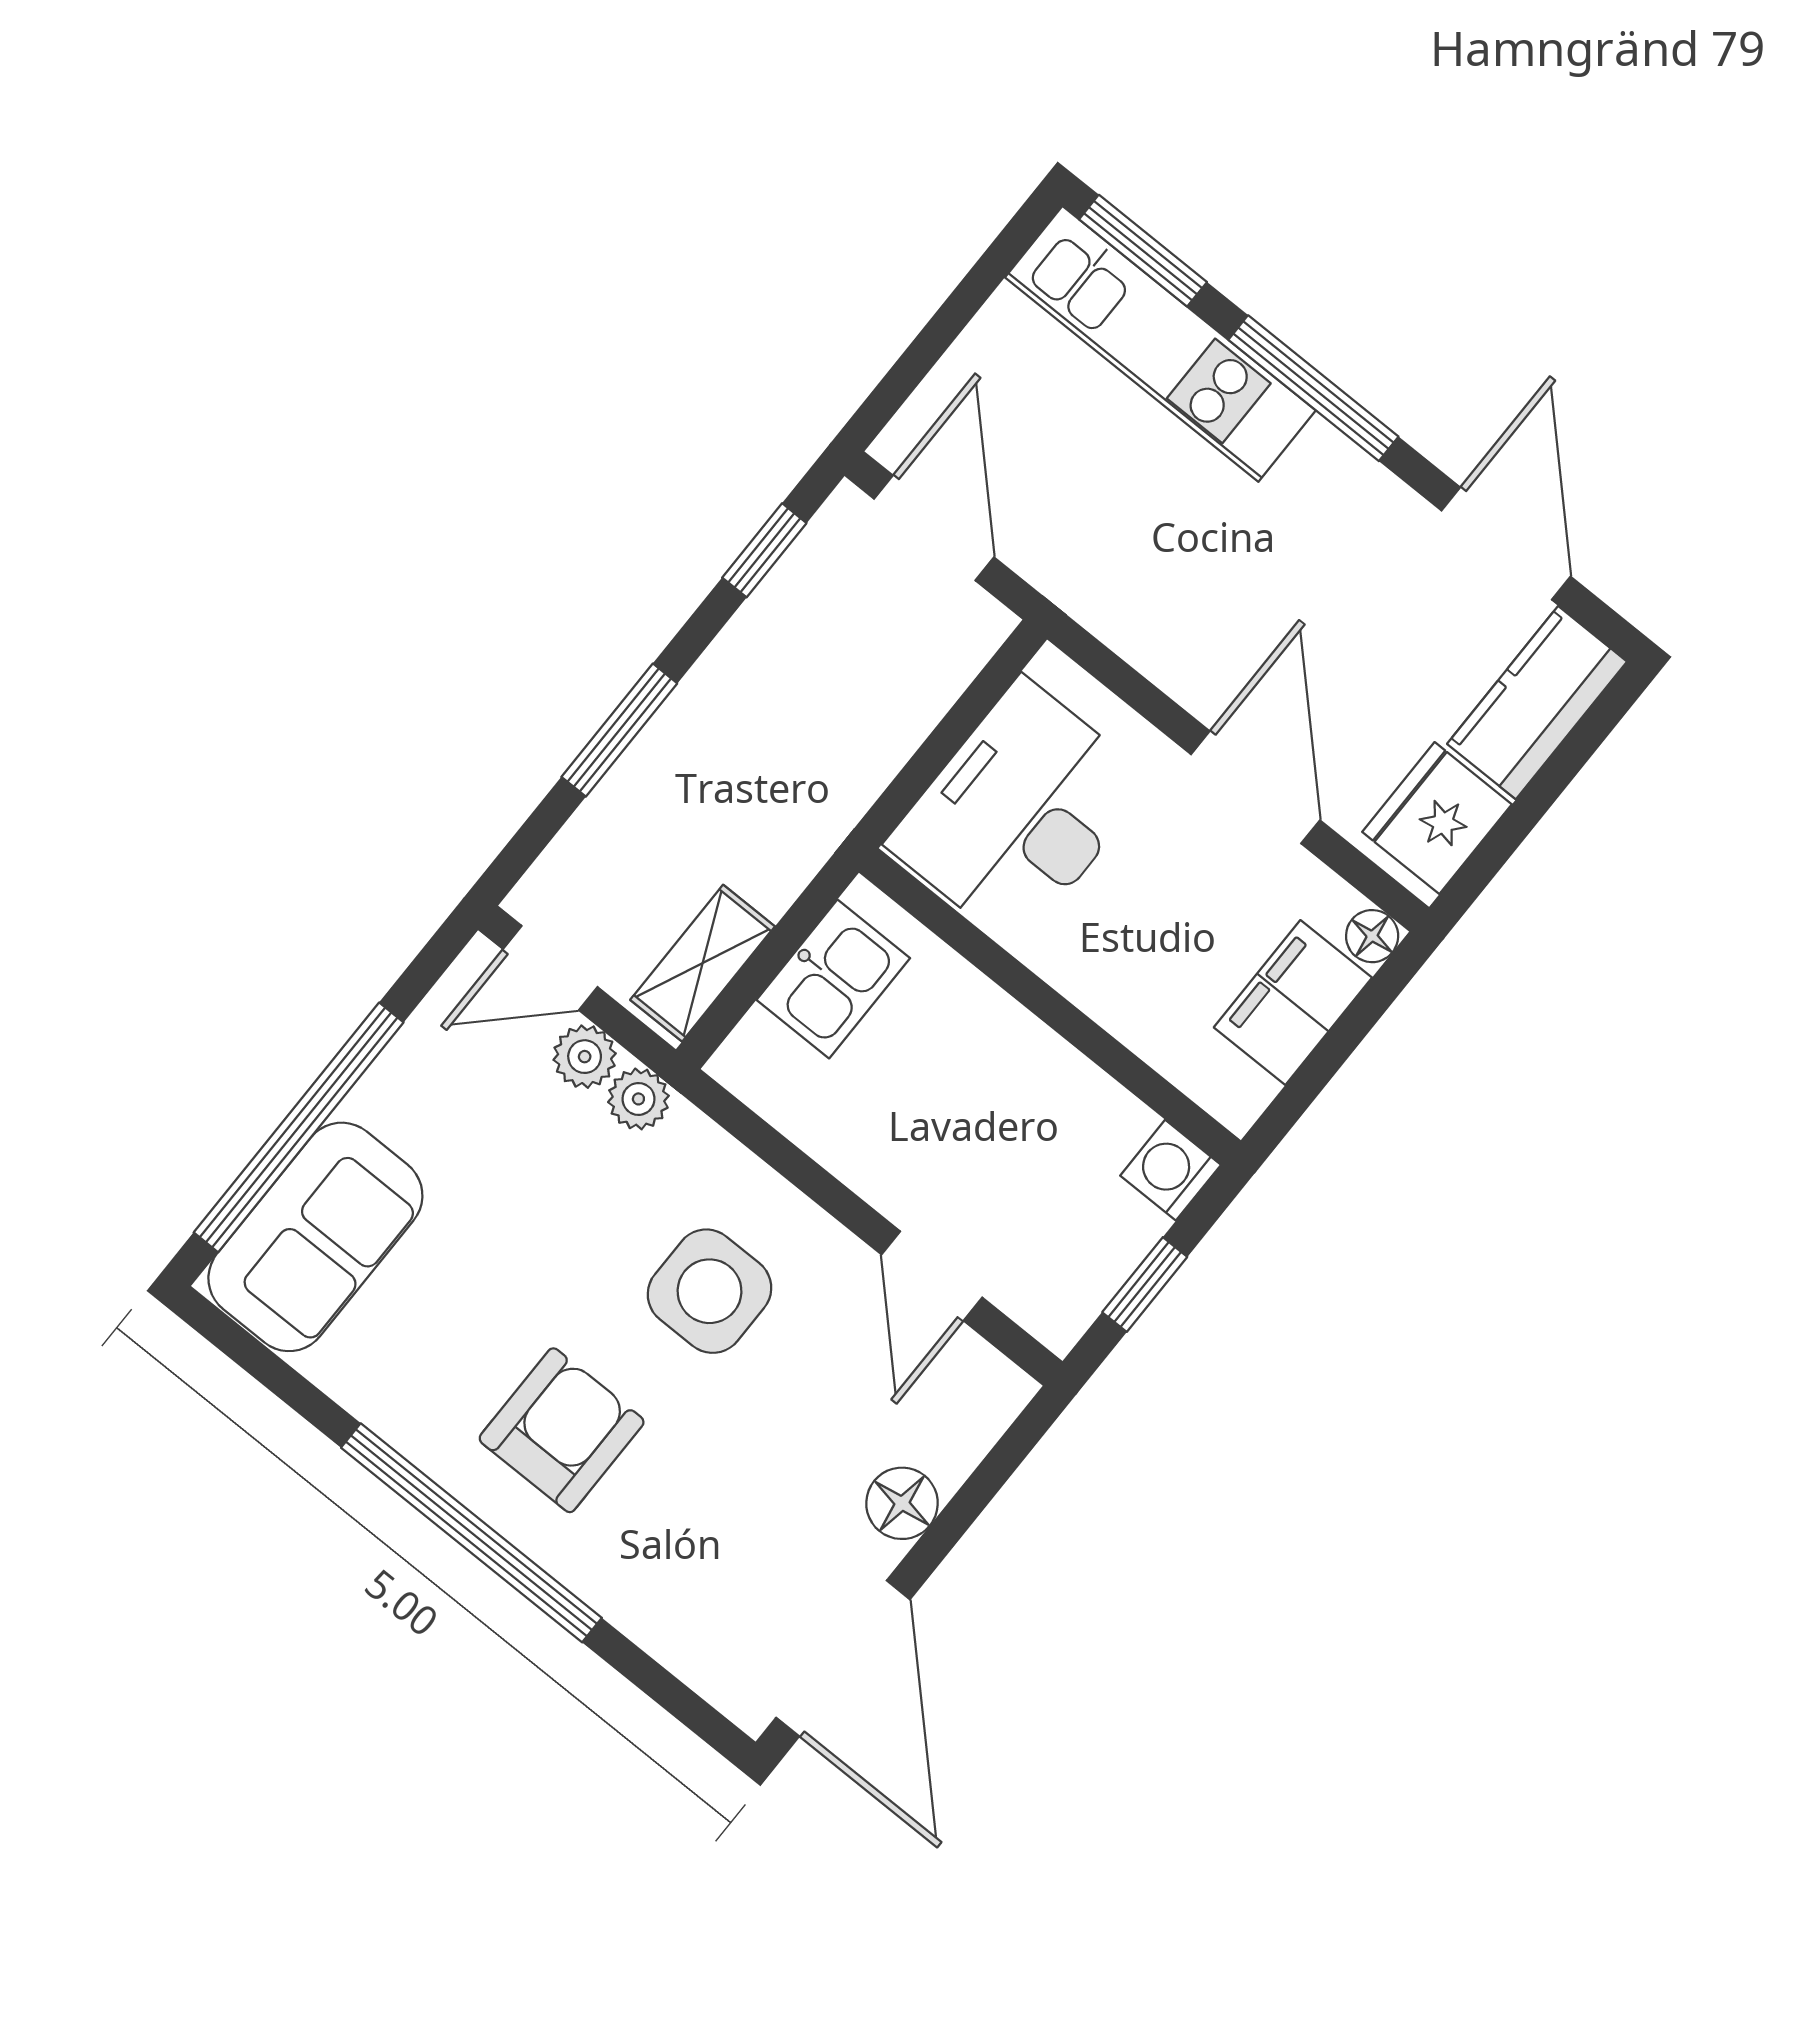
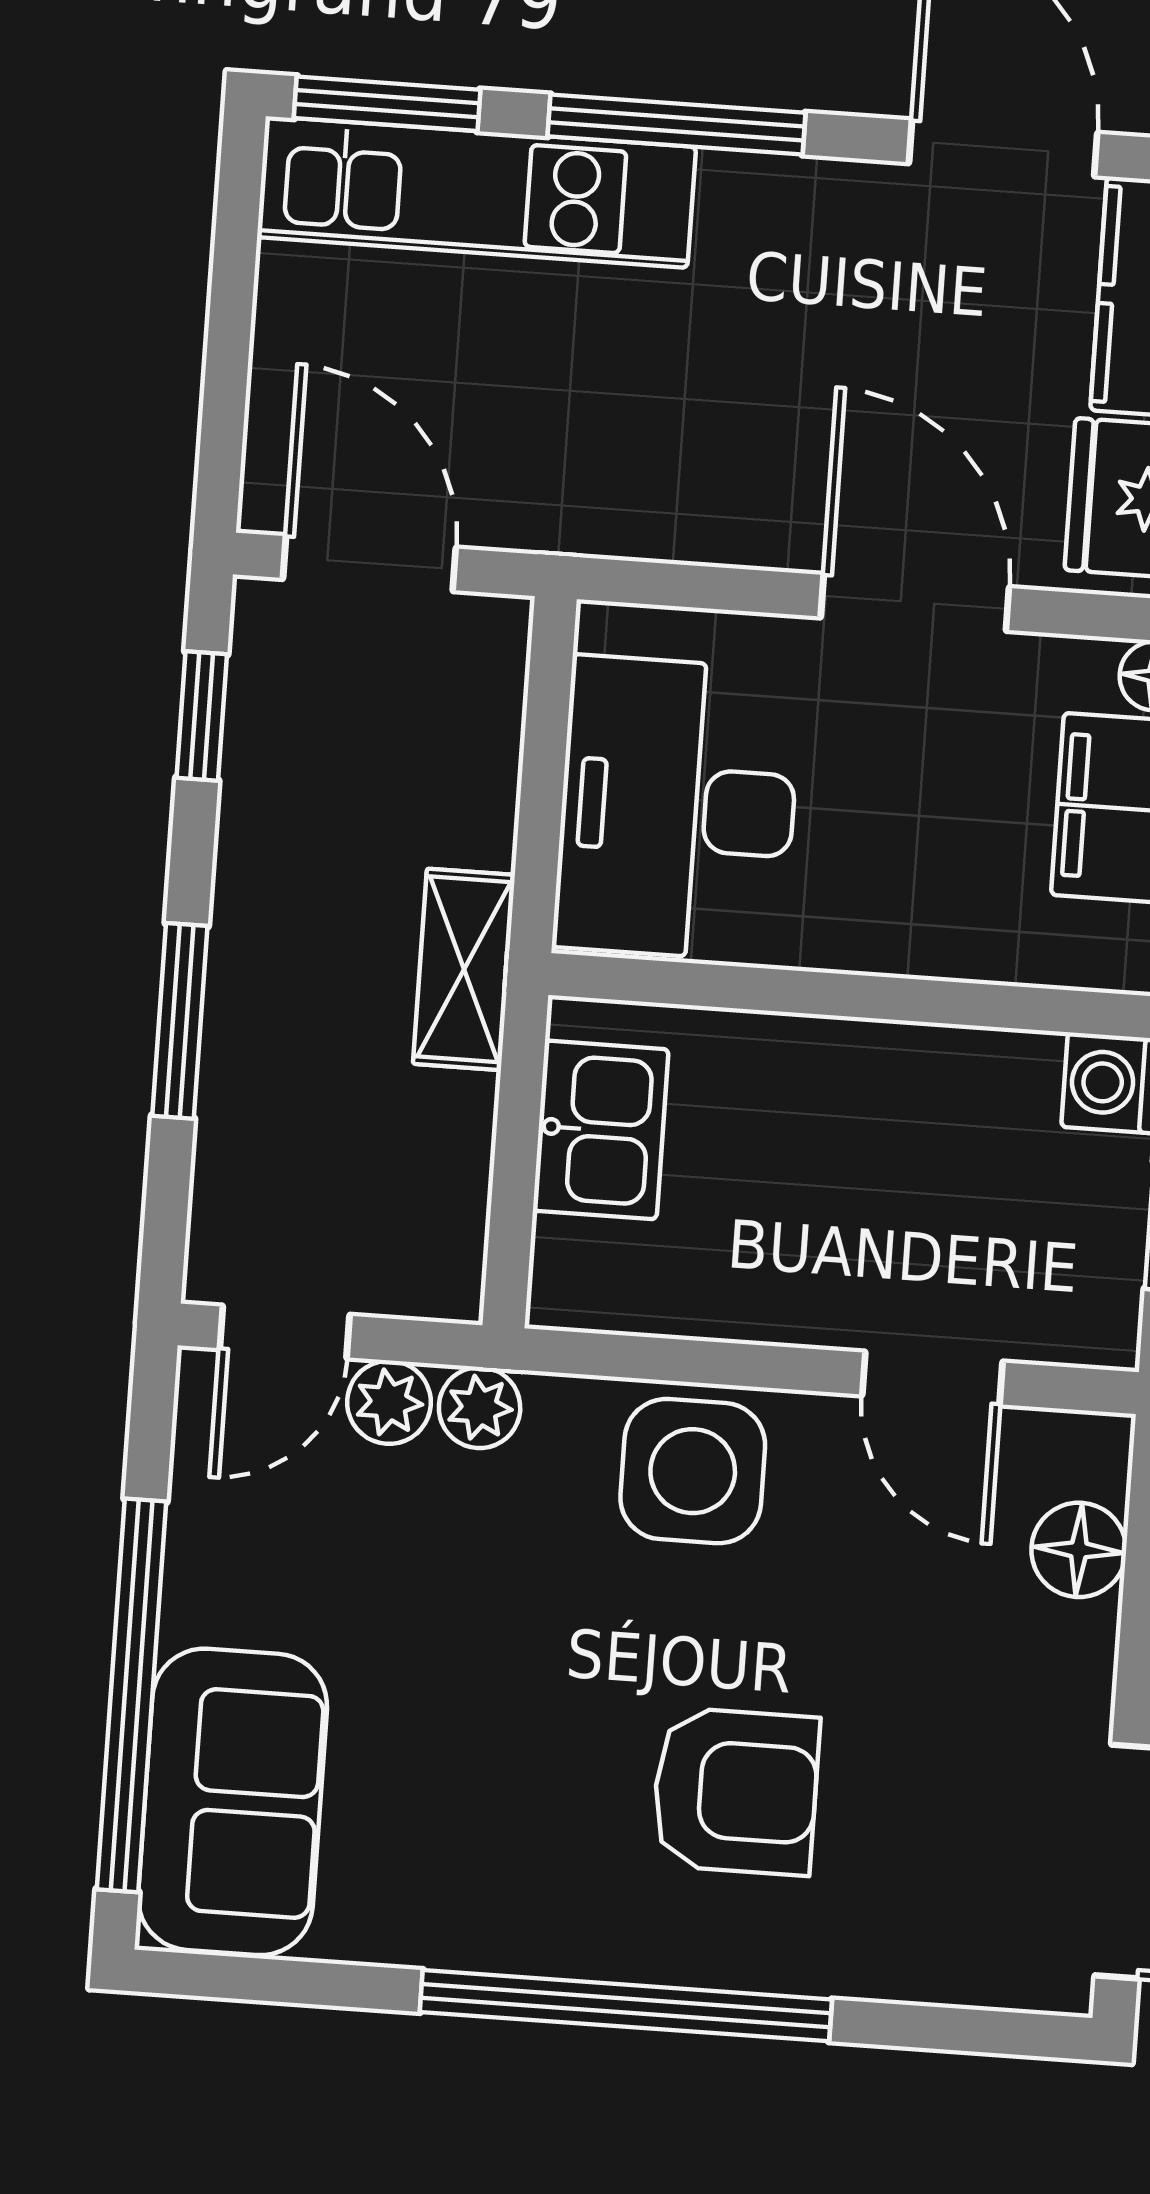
shelving: (703, 963) -> (464, 969), moved
side table: (709, 1291) -> (693, 1471), moved
armchair: (562, 1430) -> (736, 1791), moved, turned 90
floor lamp: (902, 1503) -> (1079, 1550), moved

